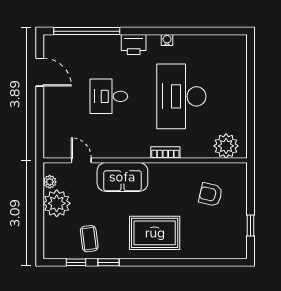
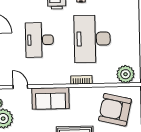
desk: (109, 96) -> (39, 40), width x1.37
armchair: (211, 195) -> (115, 110), width x1.88, depth x1.88

